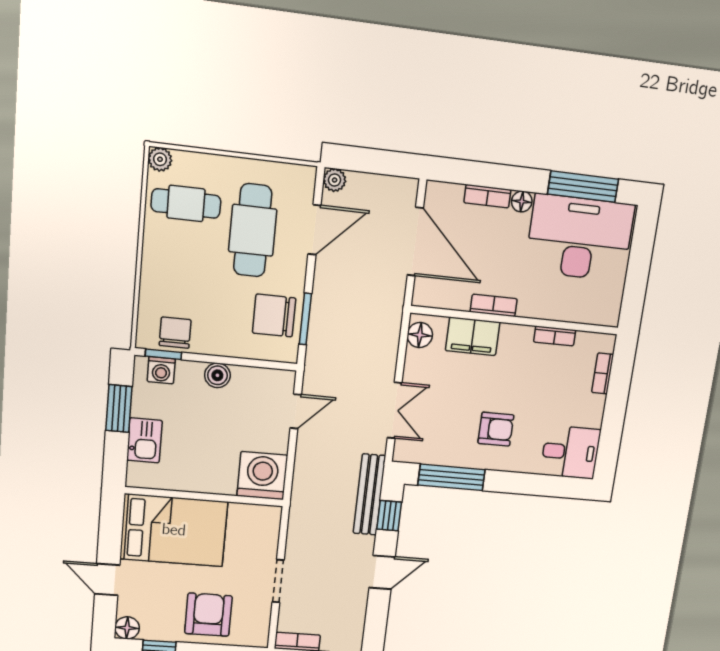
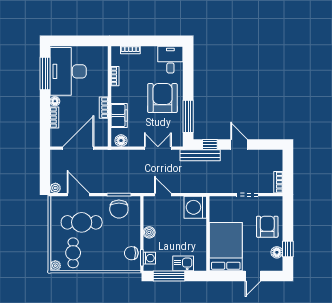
window: (119, 409) -> (169, 276), width x1.44
armchair: (496, 429) -> (162, 98), width x1.88, depth x1.88
armchair: (208, 615) -> (267, 227), turned 90
floor lamp: (127, 628) -> (277, 252), moved

